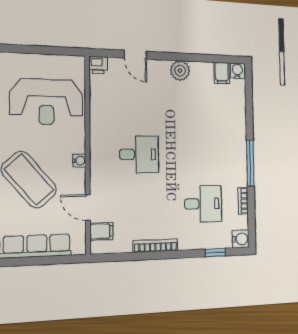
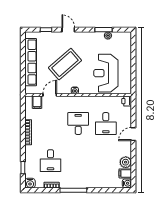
door: (135, 55) -> (133, 134), moved
plant: (180, 71) -> (126, 162), moved
desk: (139, 104) -> (106, 124), added
desk: (139, 154) -> (78, 124), turned 180

